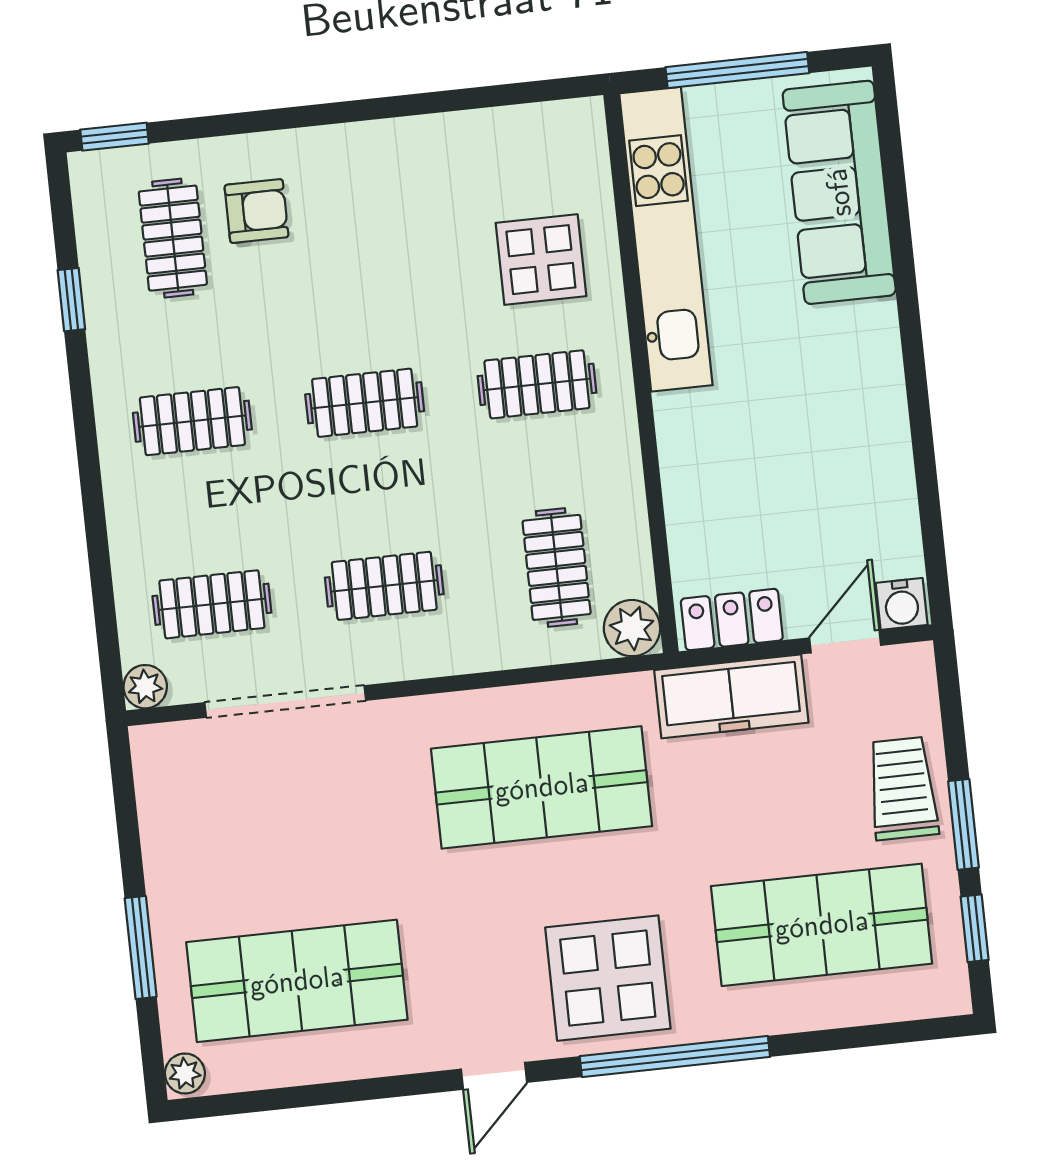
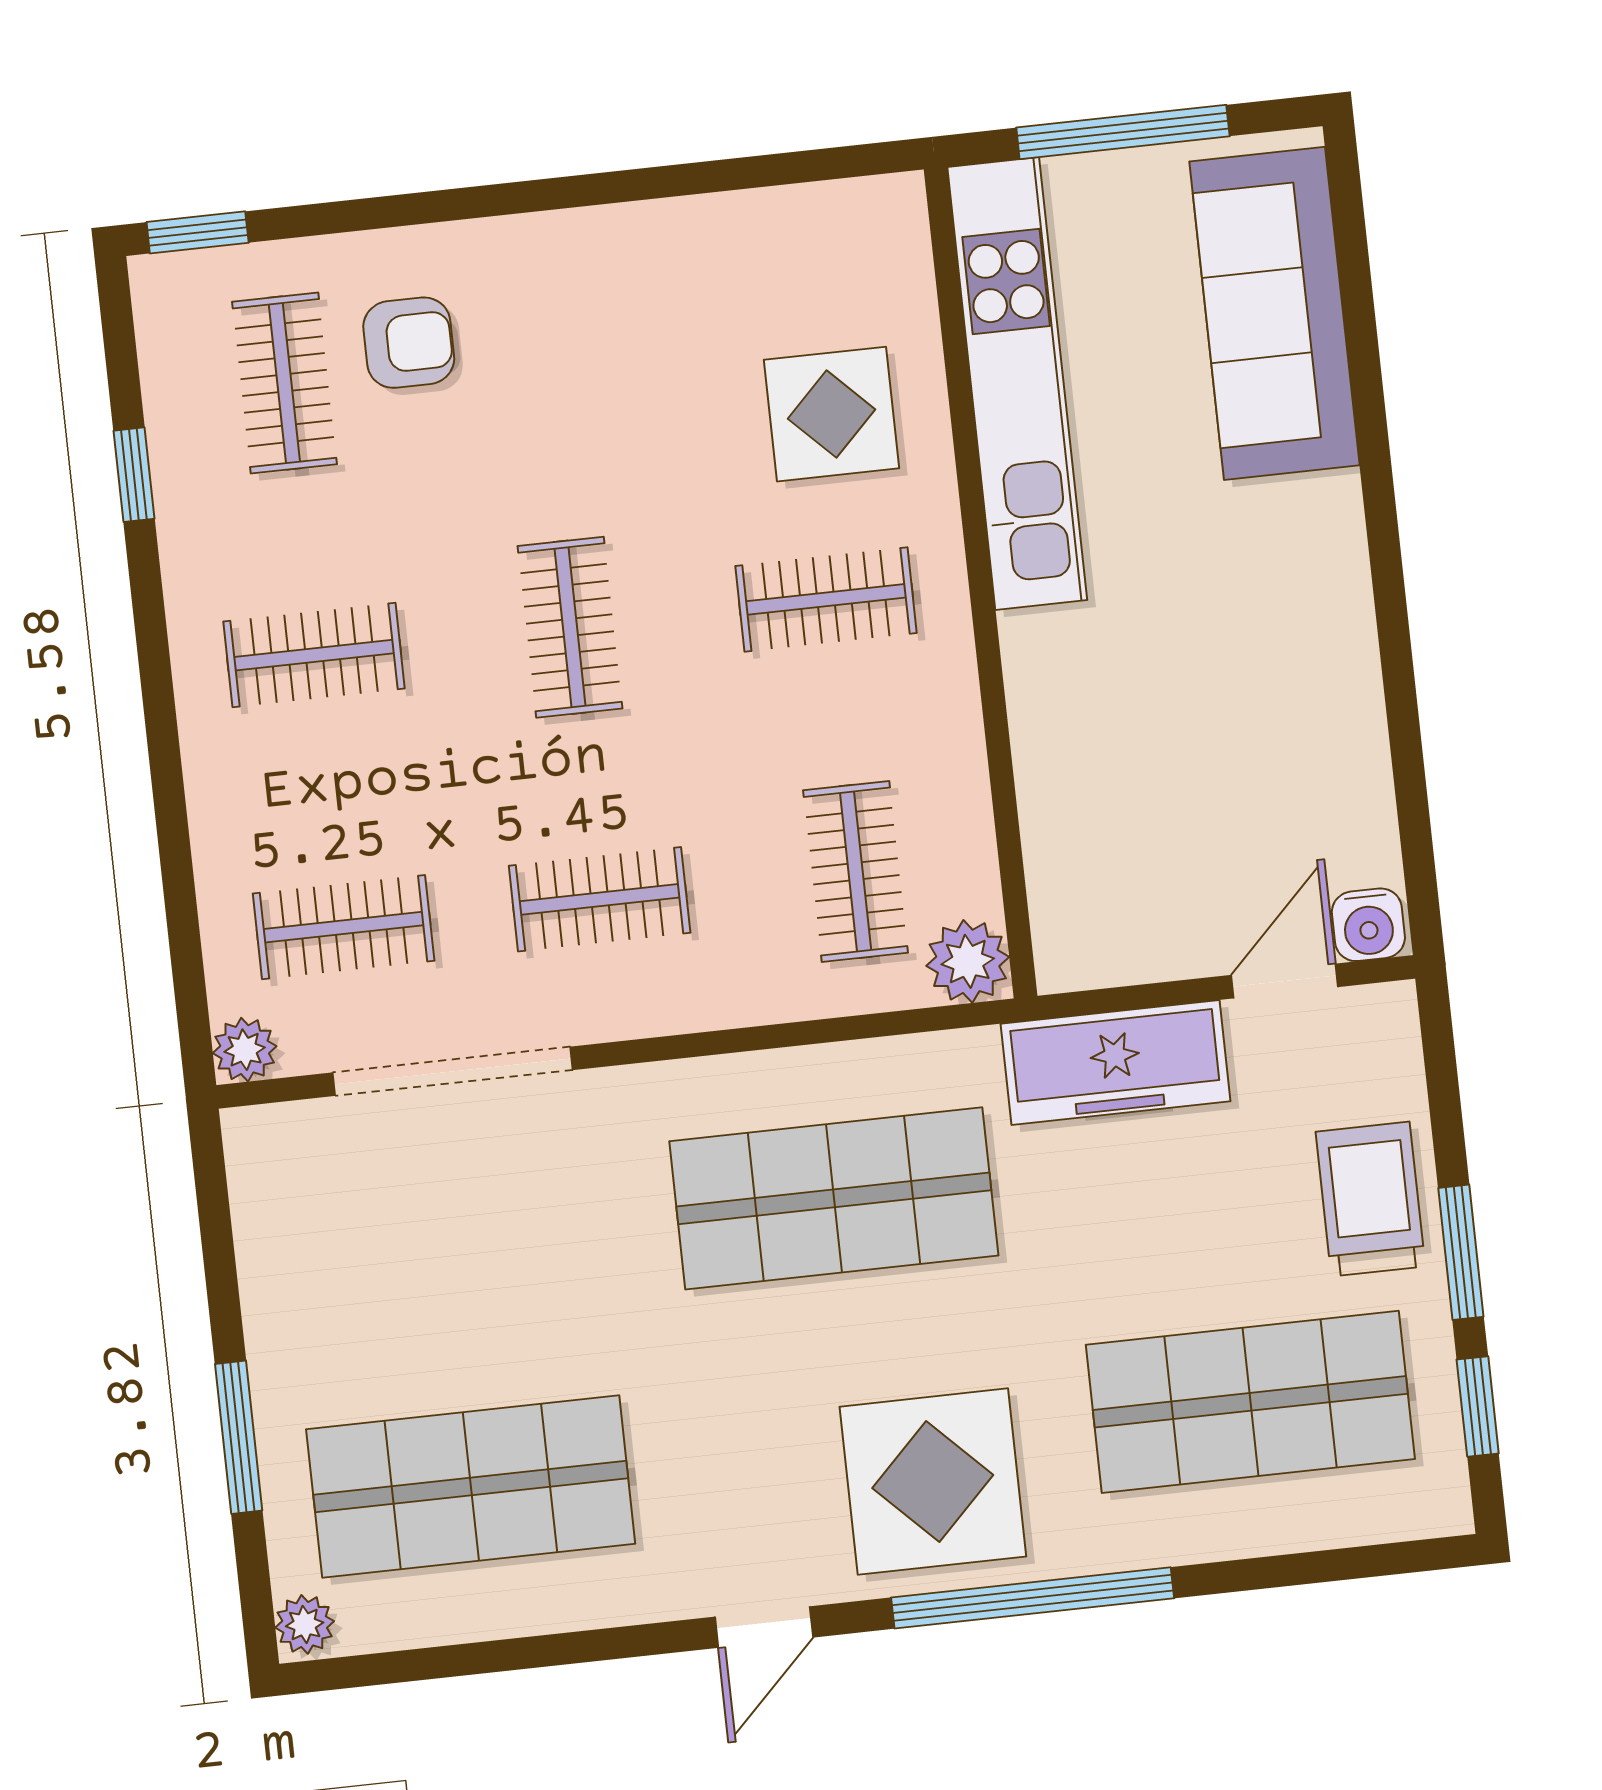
clothes rail: (365, 403) -> (570, 627), turned 90
locker: (732, 620) -> (1116, 948), removed

